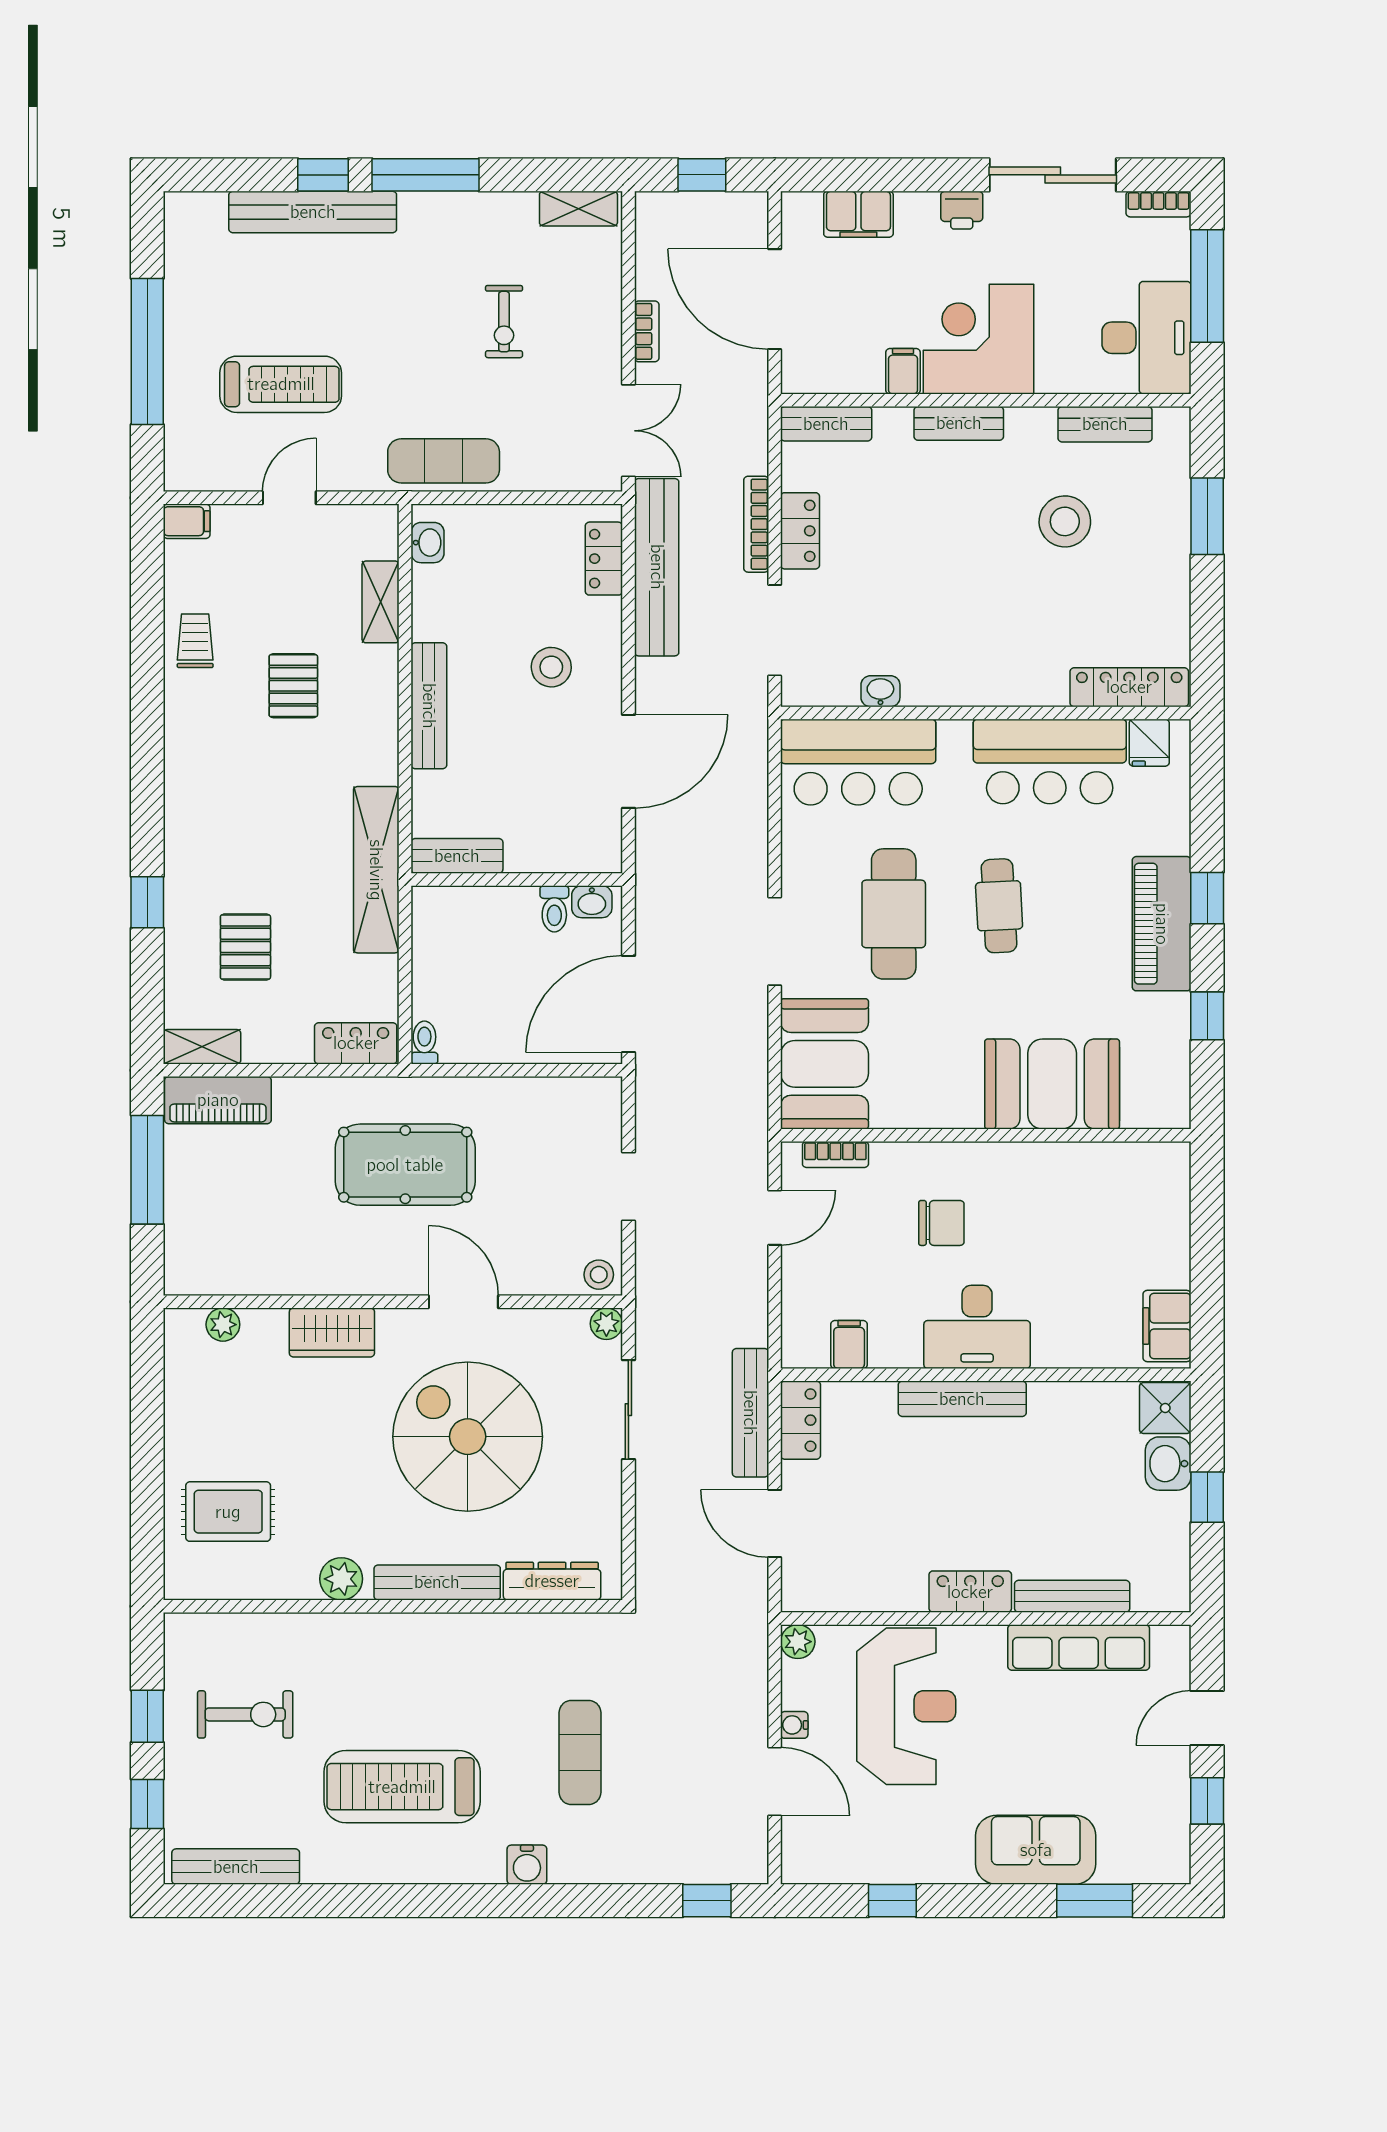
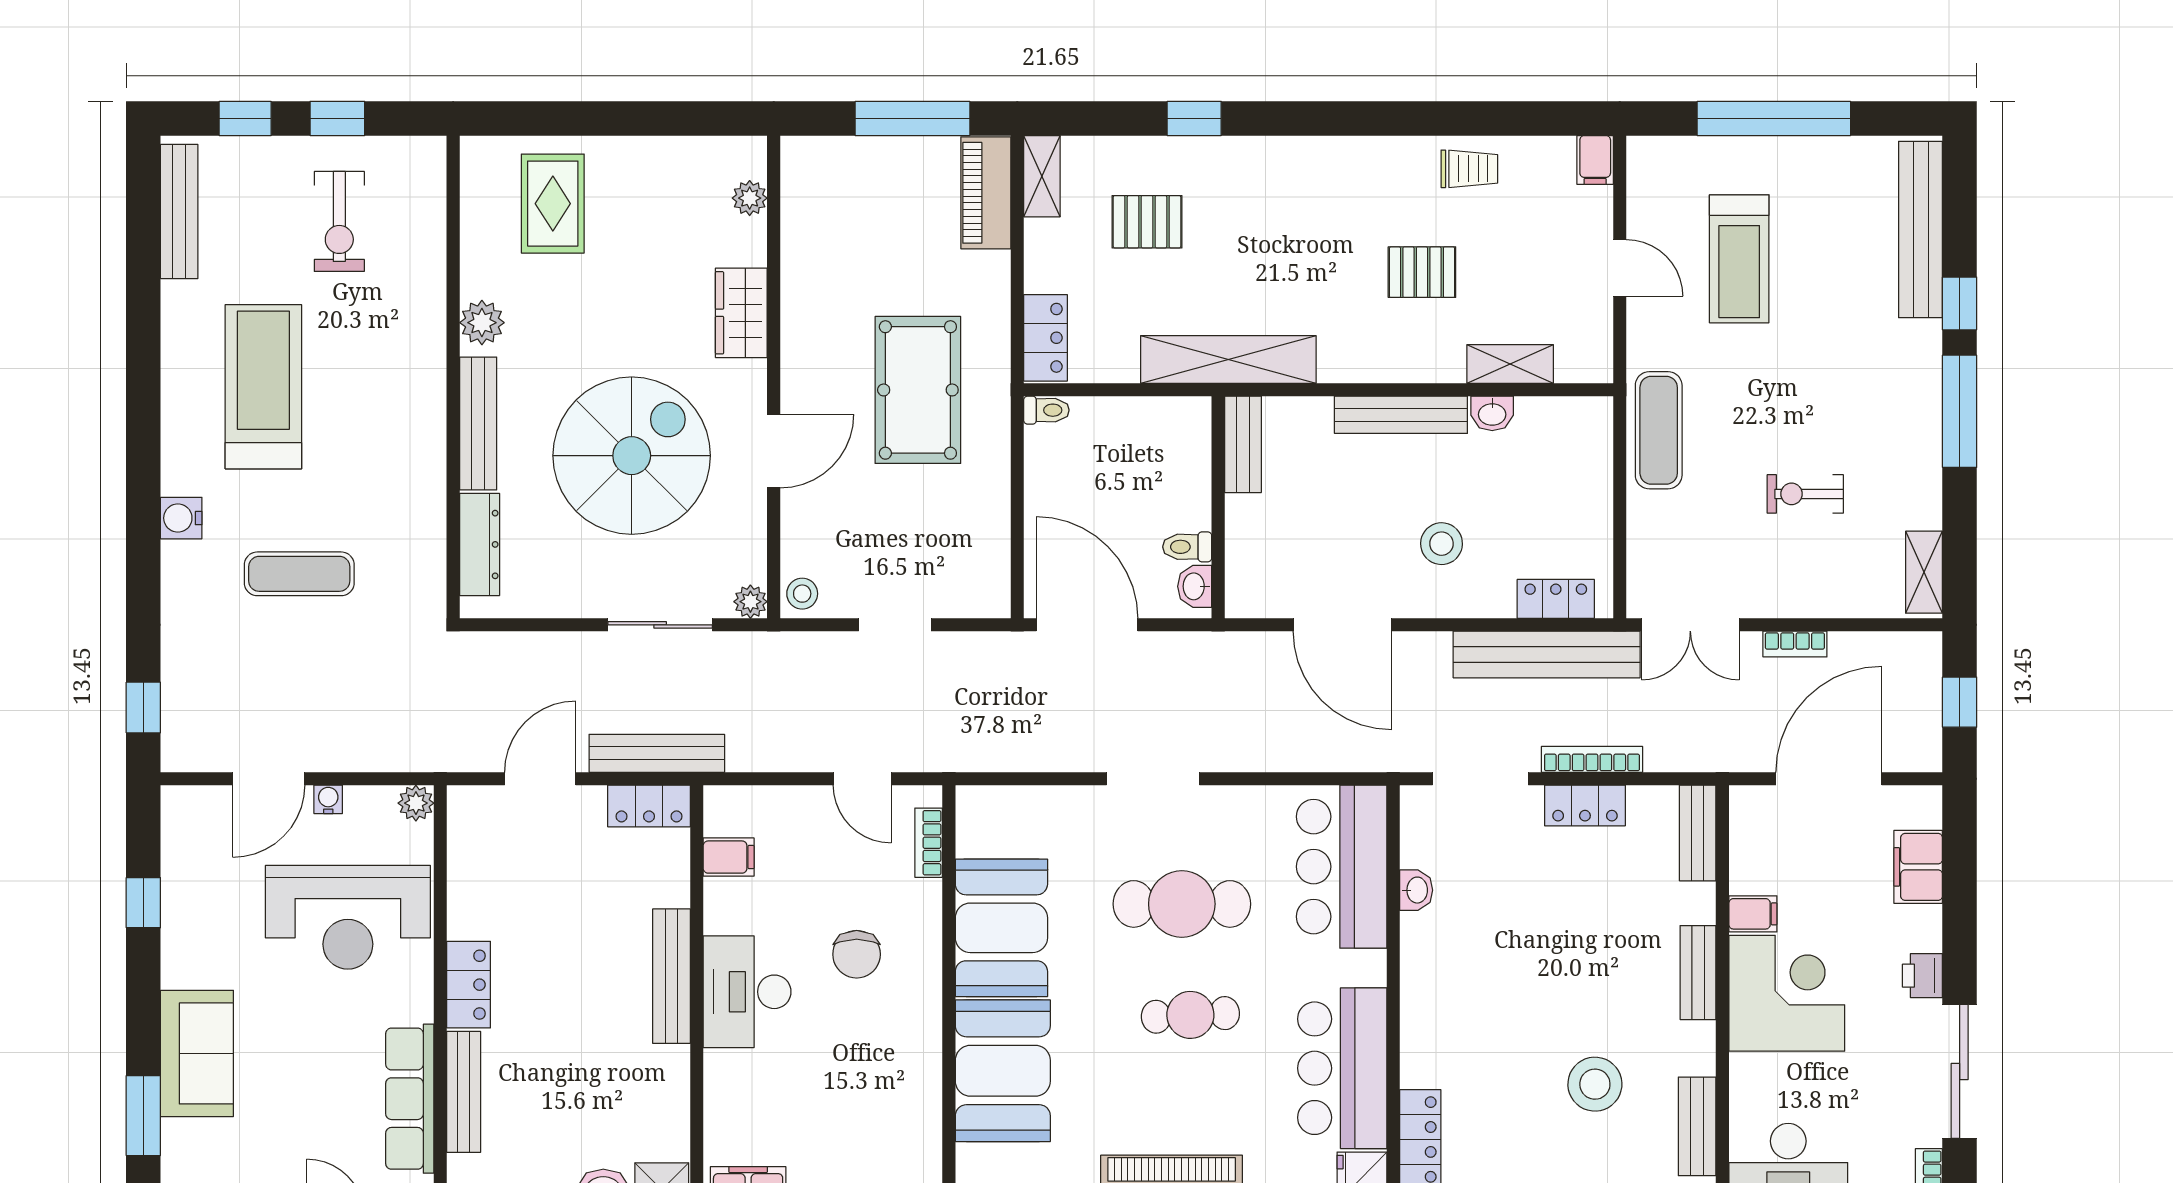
bench: (313, 212) -> (1921, 229), moved
washbasin: (428, 543) -> (1492, 413), moved
booth: (825, 1064) -> (1001, 928), moved, turned 90

